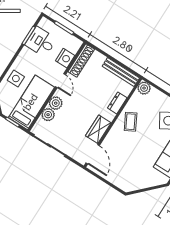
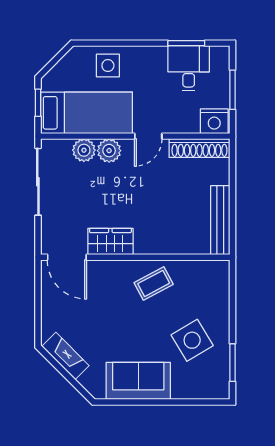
nightstand: (65, 58) -> (214, 121), moved
plant: (144, 88) -> (218, 271), removed
dresser: (117, 103) -> (169, 245), removed
door: (93, 154) -> (67, 257), hinge flipped
fireplace: (138, 184) -> (65, 356), added

